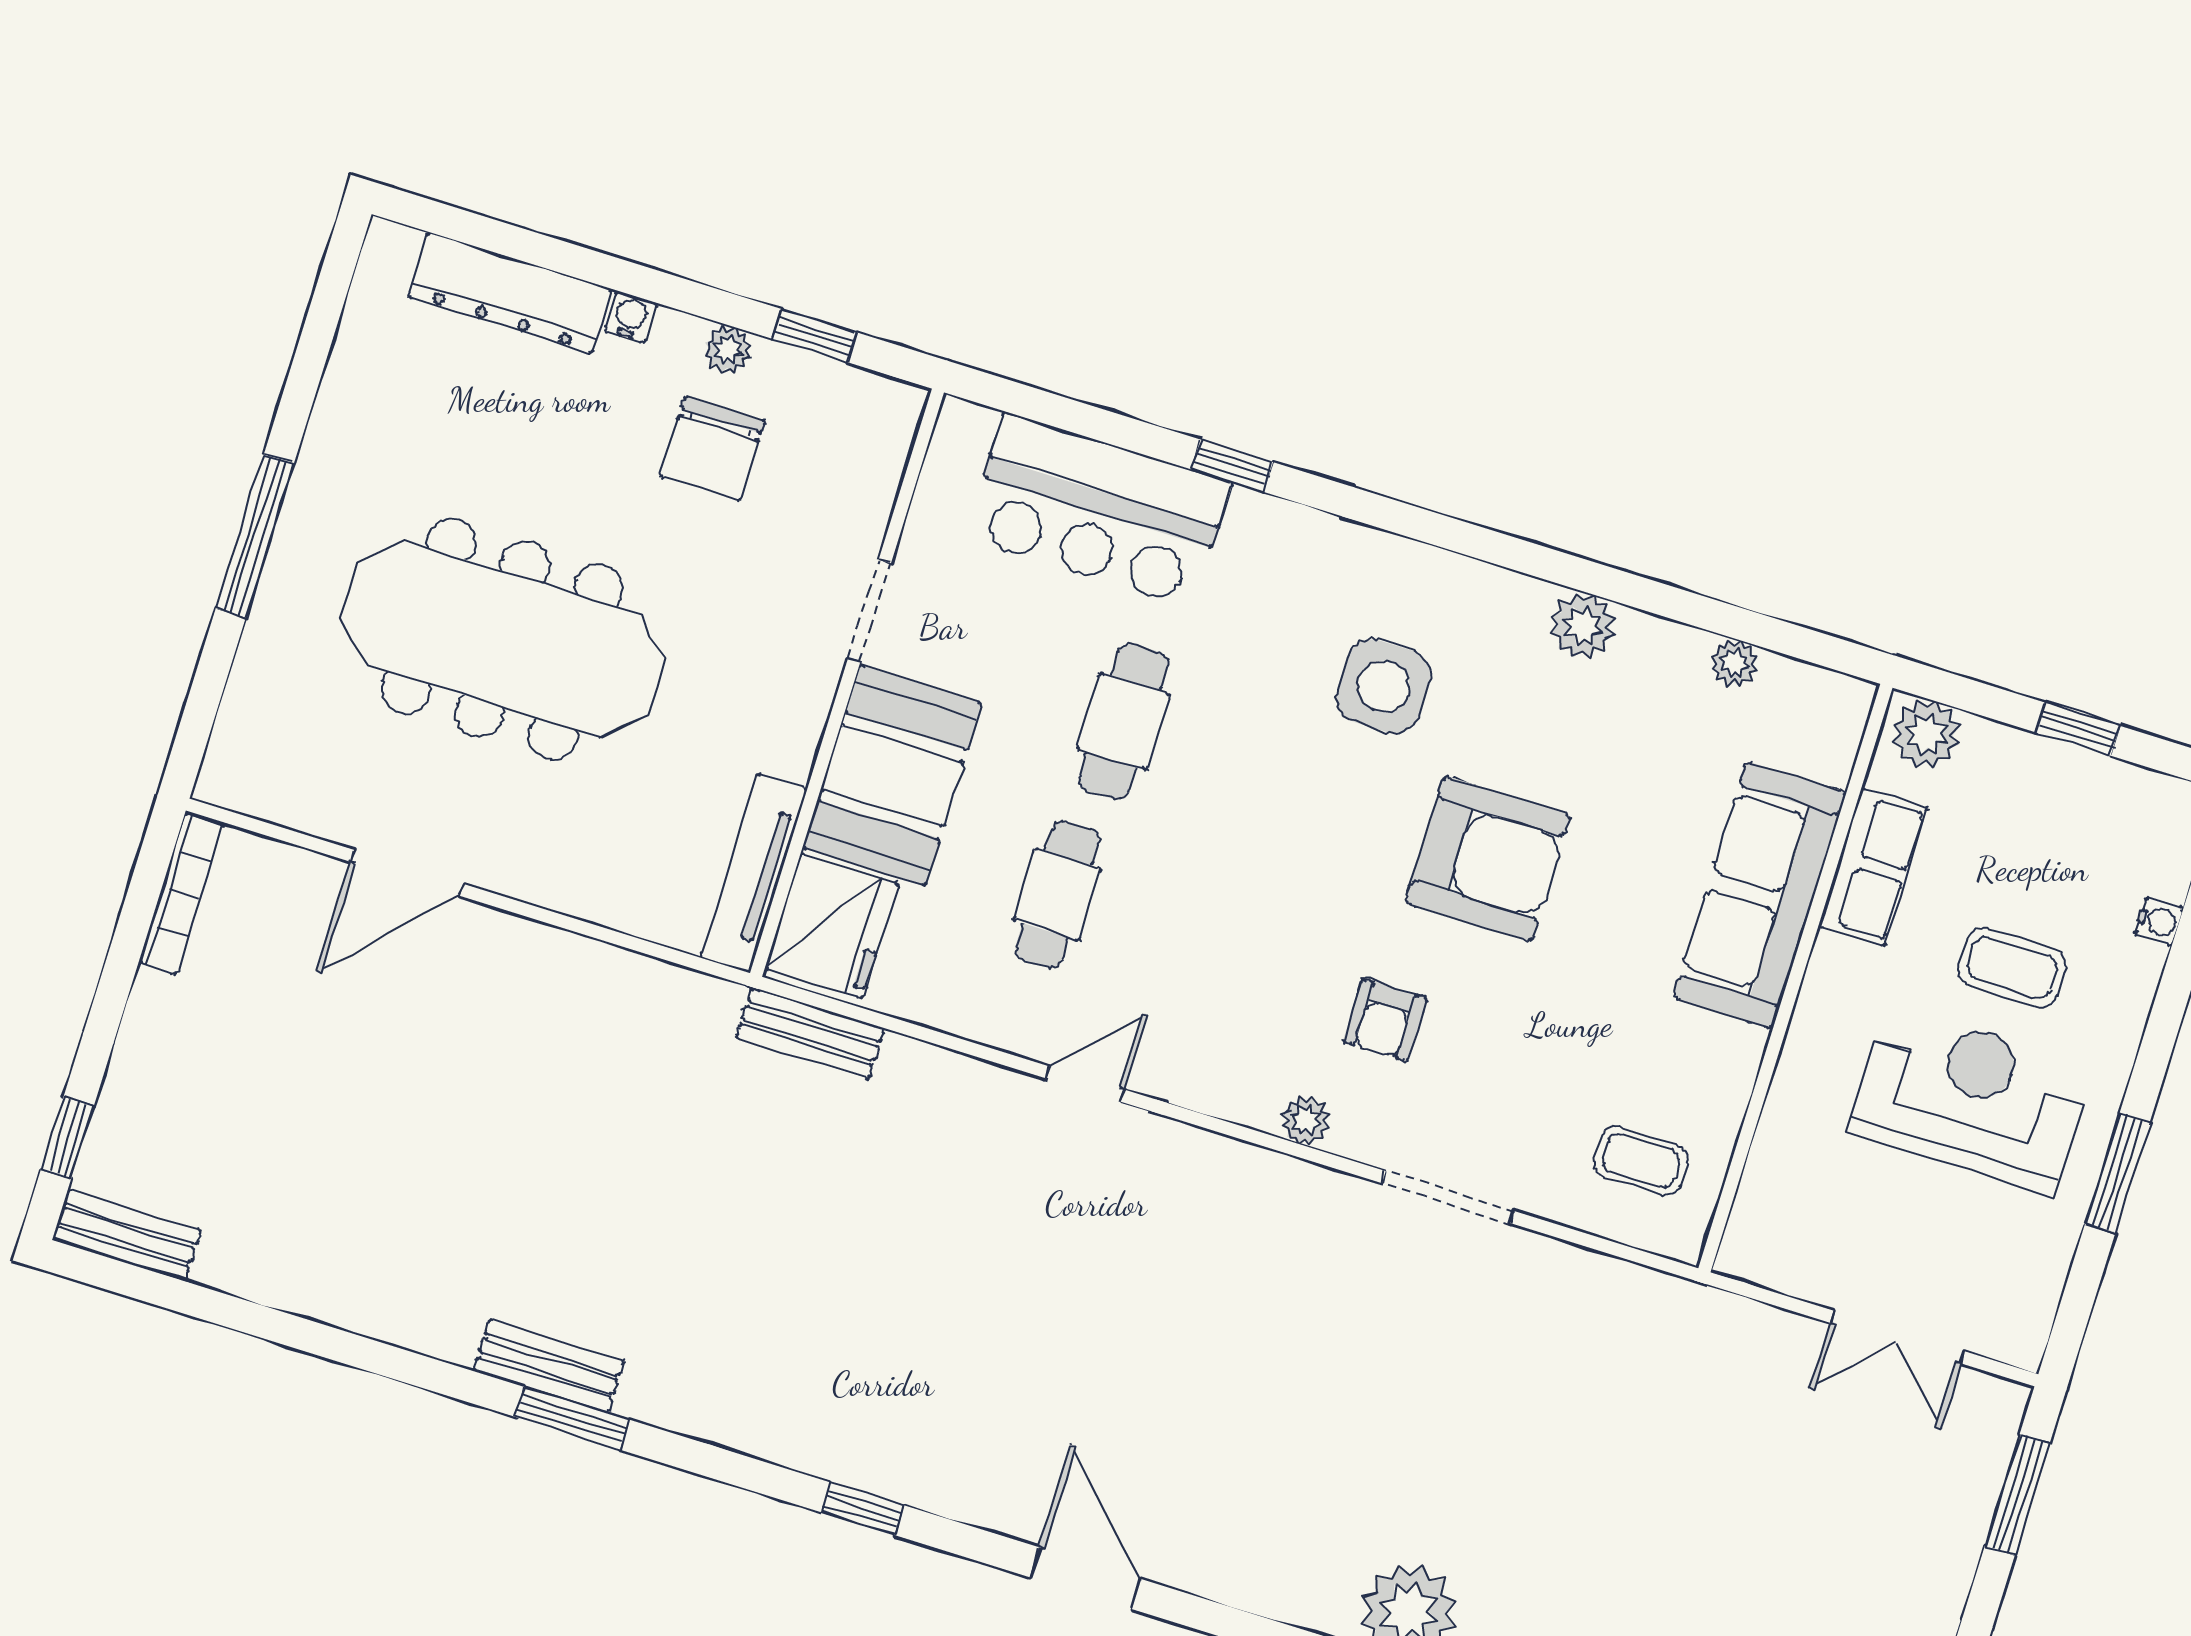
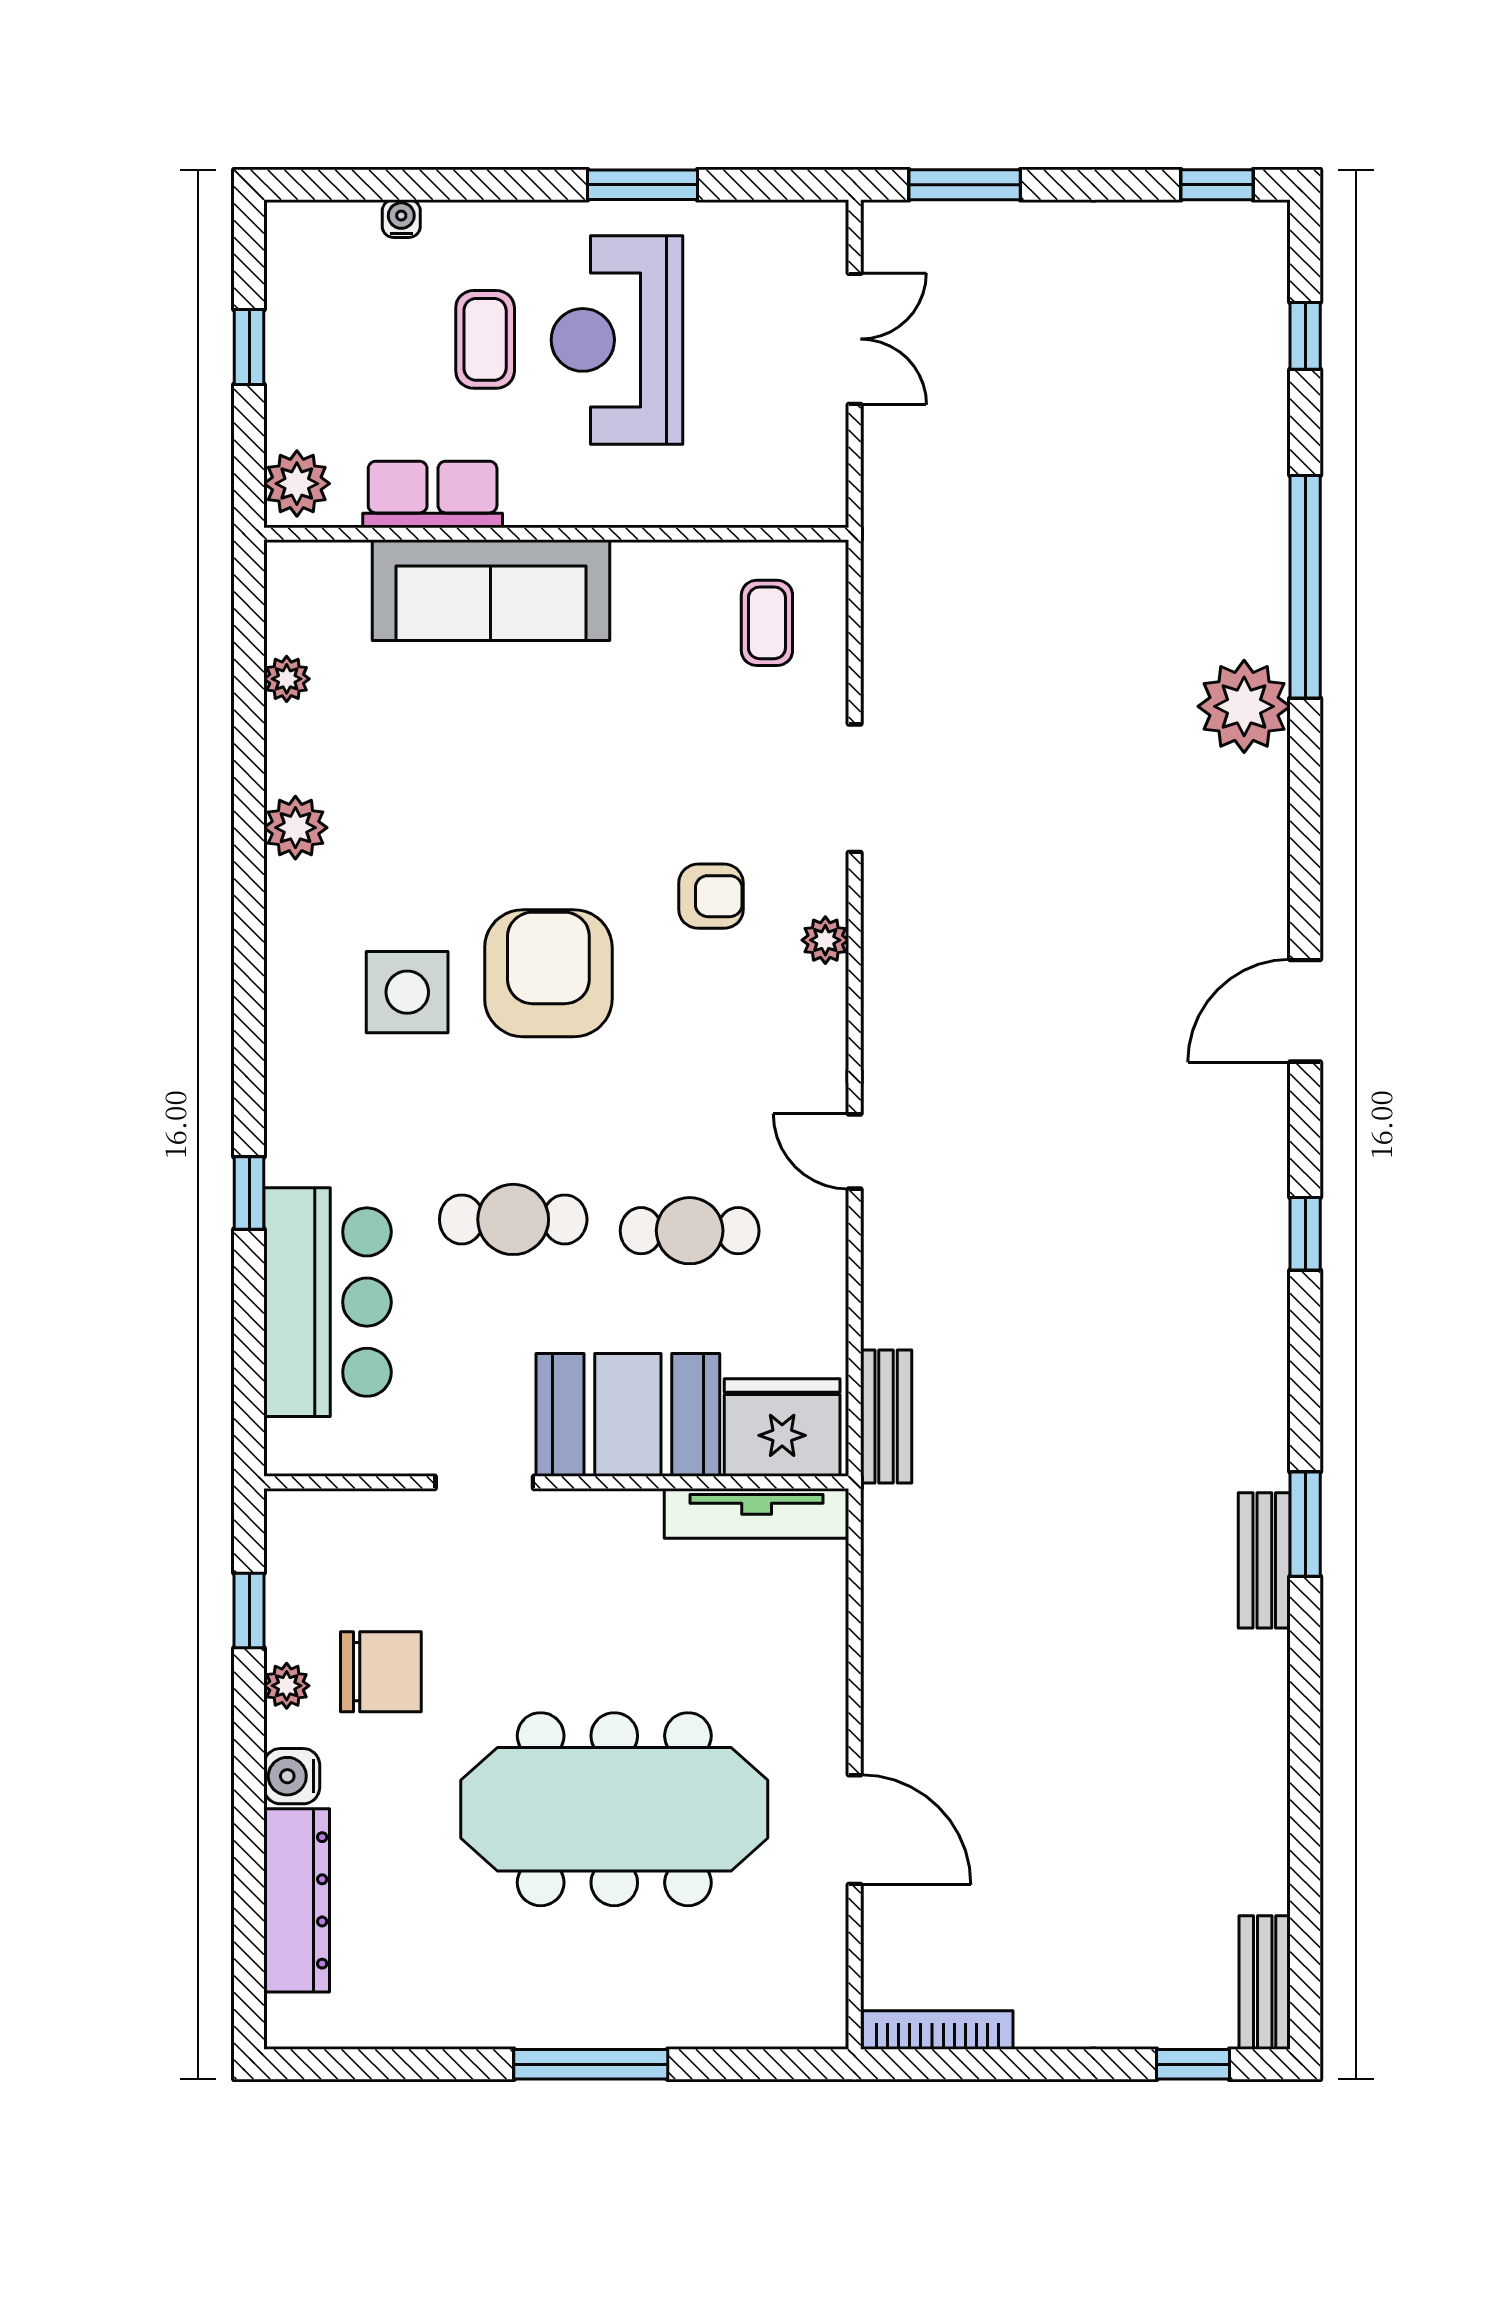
water cooler: (630, 317) -> (292, 1776), width x1.38, depth x1.38
meeting table: (502, 639) -> (614, 1809), turned 90
armchair: (1488, 859) -> (548, 973), moved

